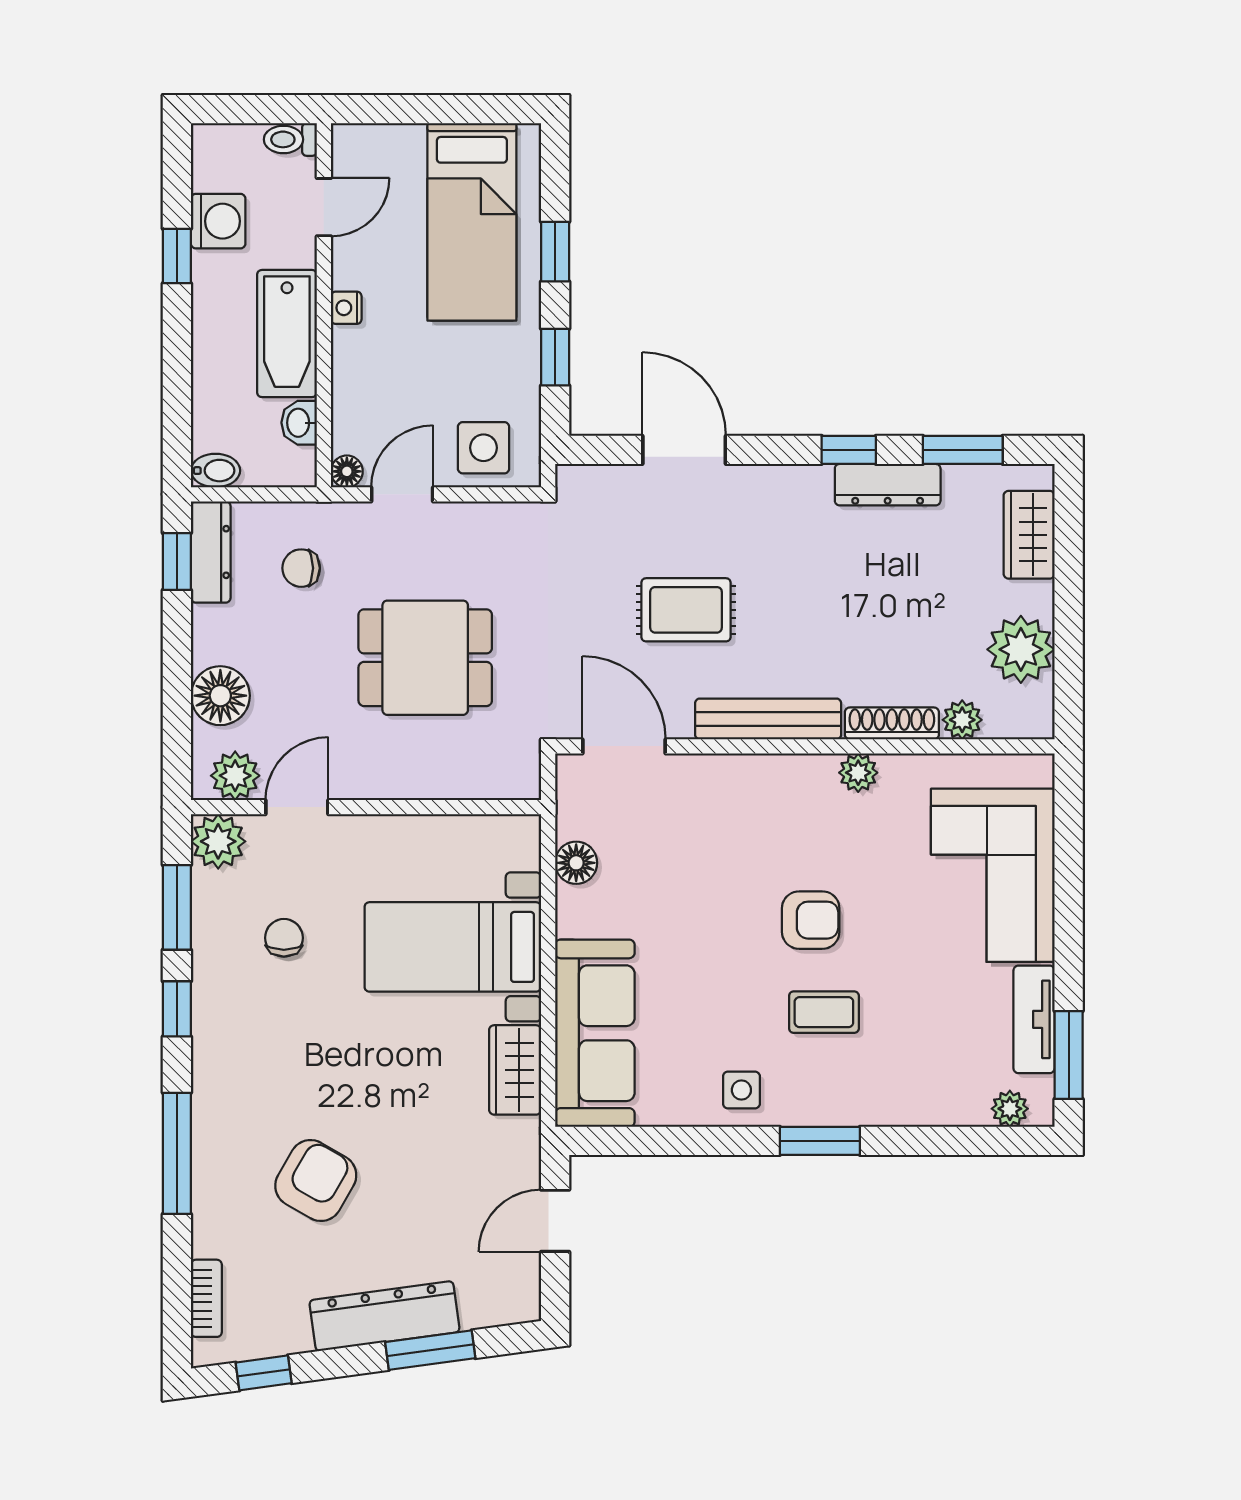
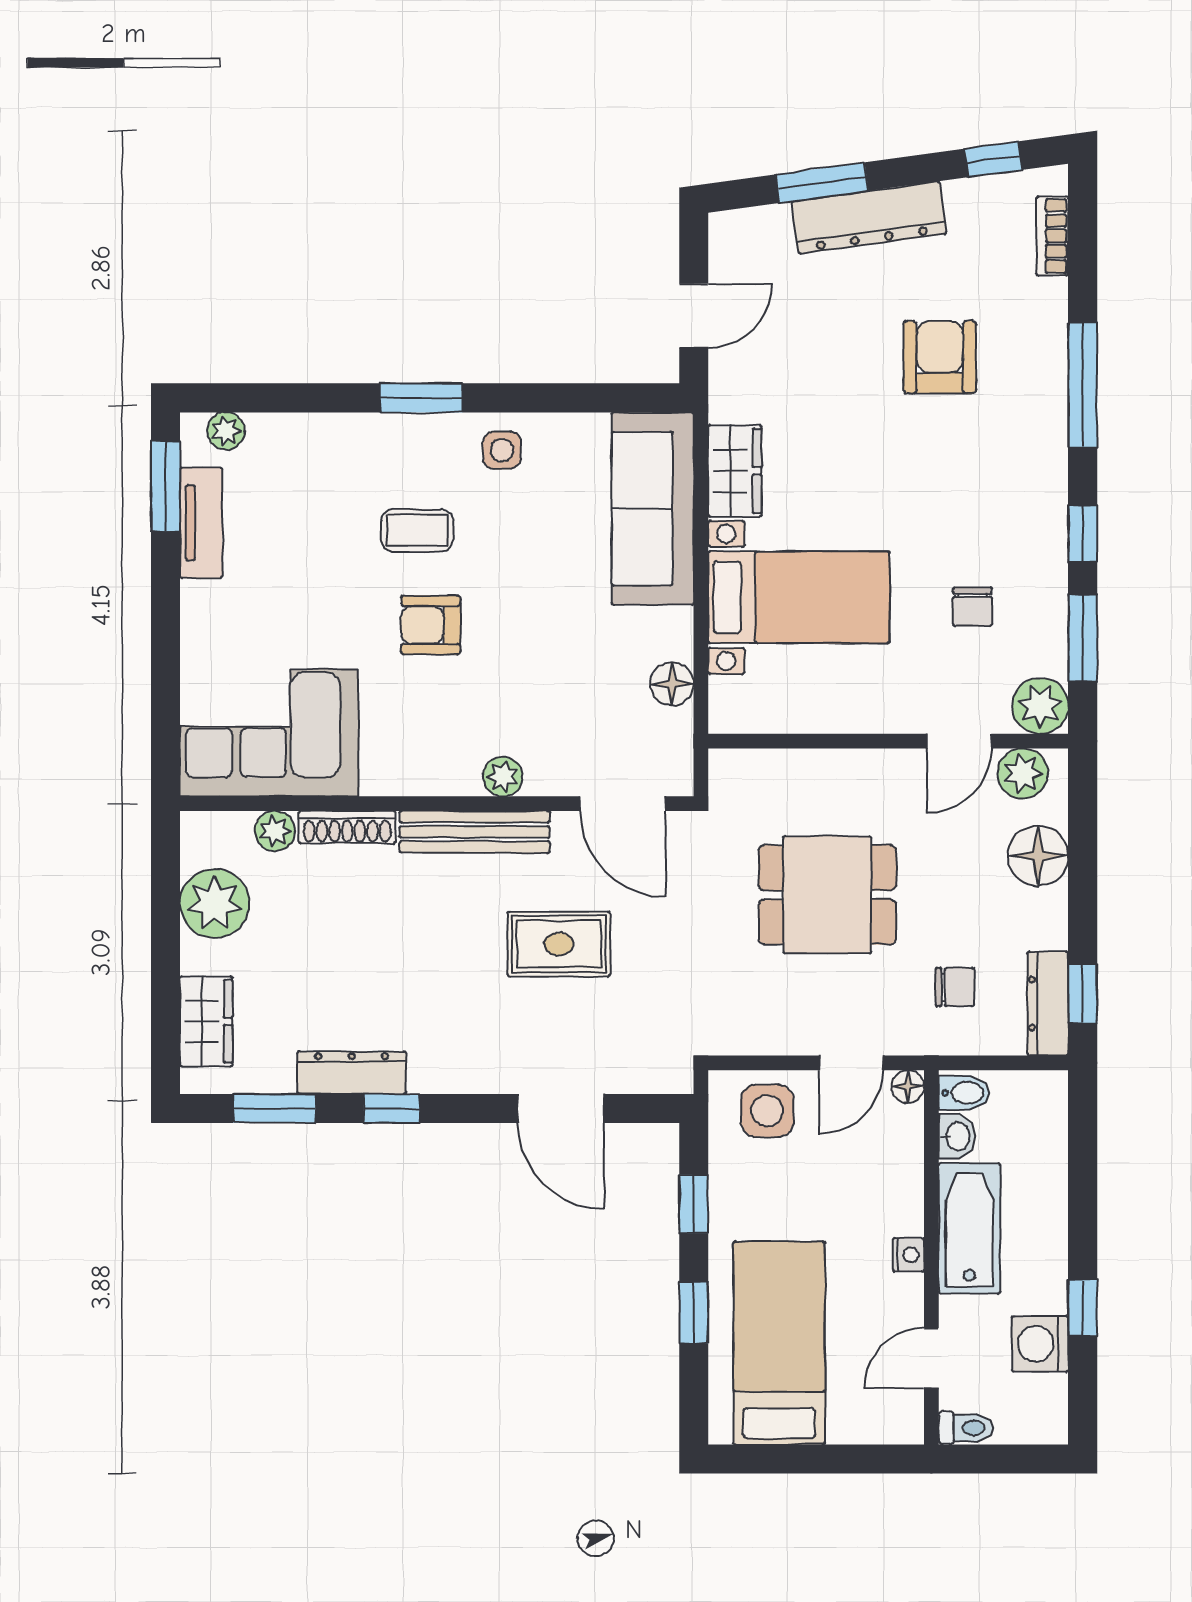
bidet: (216, 471) -> (964, 1093), moved, turned 180
plant: (858, 773) -> (503, 777), moved
corner sofa: (993, 875) -> (269, 733), moved, turned -90
armchair: (316, 1181) -> (940, 357), turned 150

